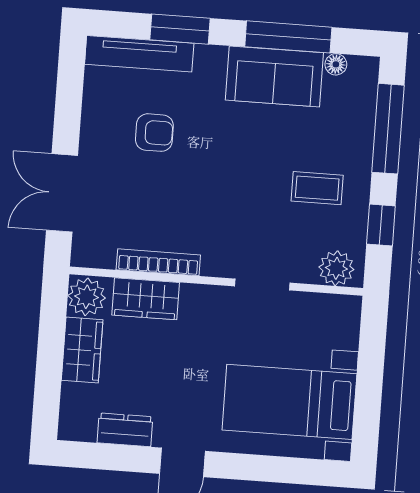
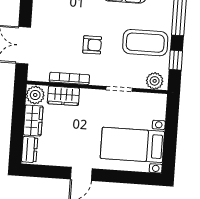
armchair: (154, 133) -> (92, 45), moved
coffee table: (317, 188) -> (145, 43), width x1.86, depth x1.72
dresser: (125, 430) -> (30, 150), moved, turned 90

